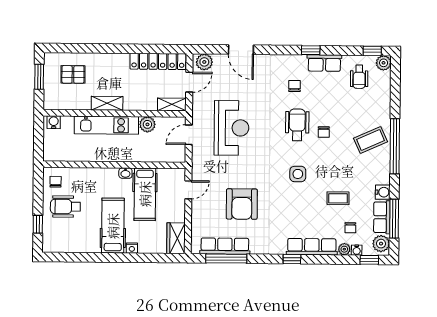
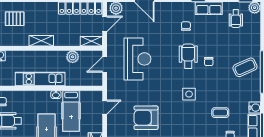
kitchen unit: (106, 125) -> (40, 79), moved, turned 180
armchair: (242, 204) -> (146, 118), turned 90

